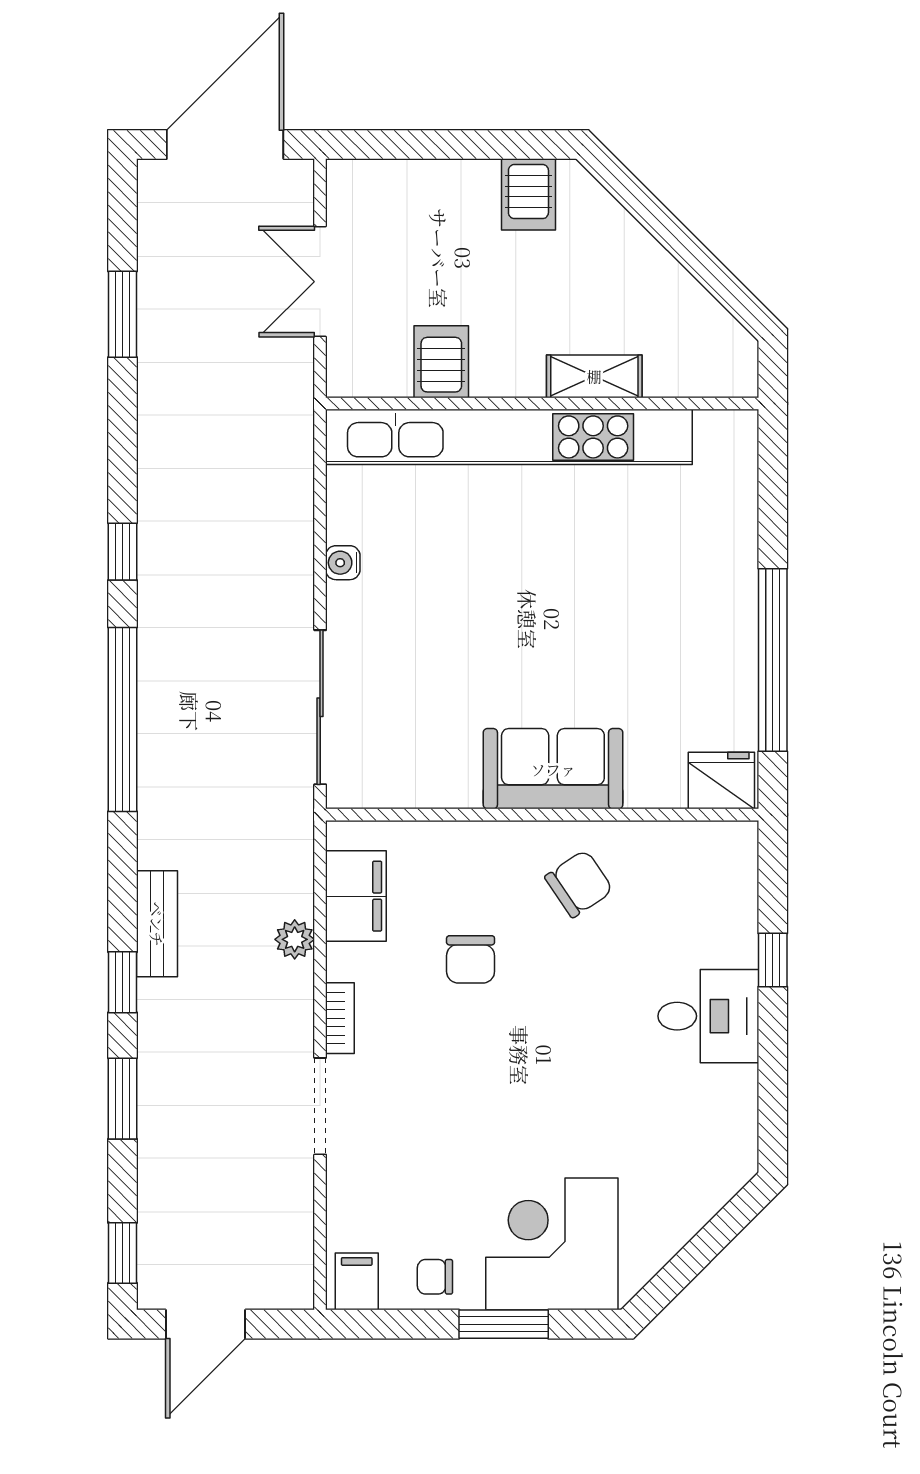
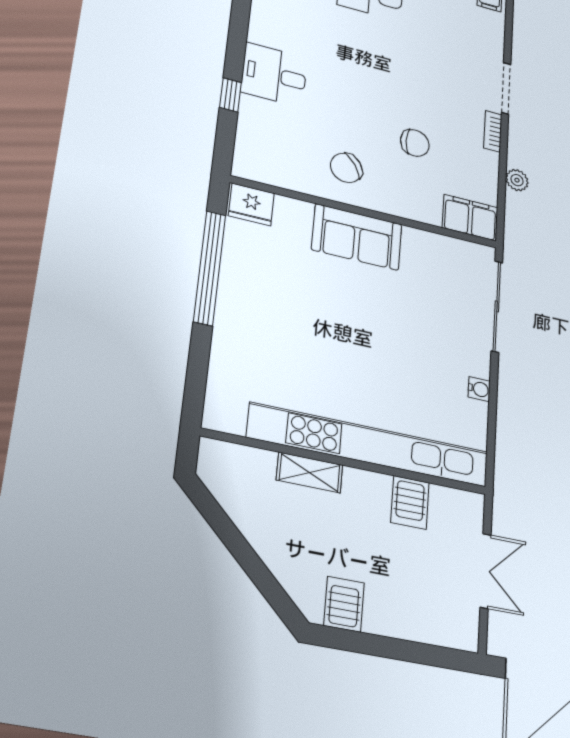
filing cabinet: (356, 896) -> (470, 218), moved, turned 90
chair: (471, 959) -> (415, 143), turned 90

